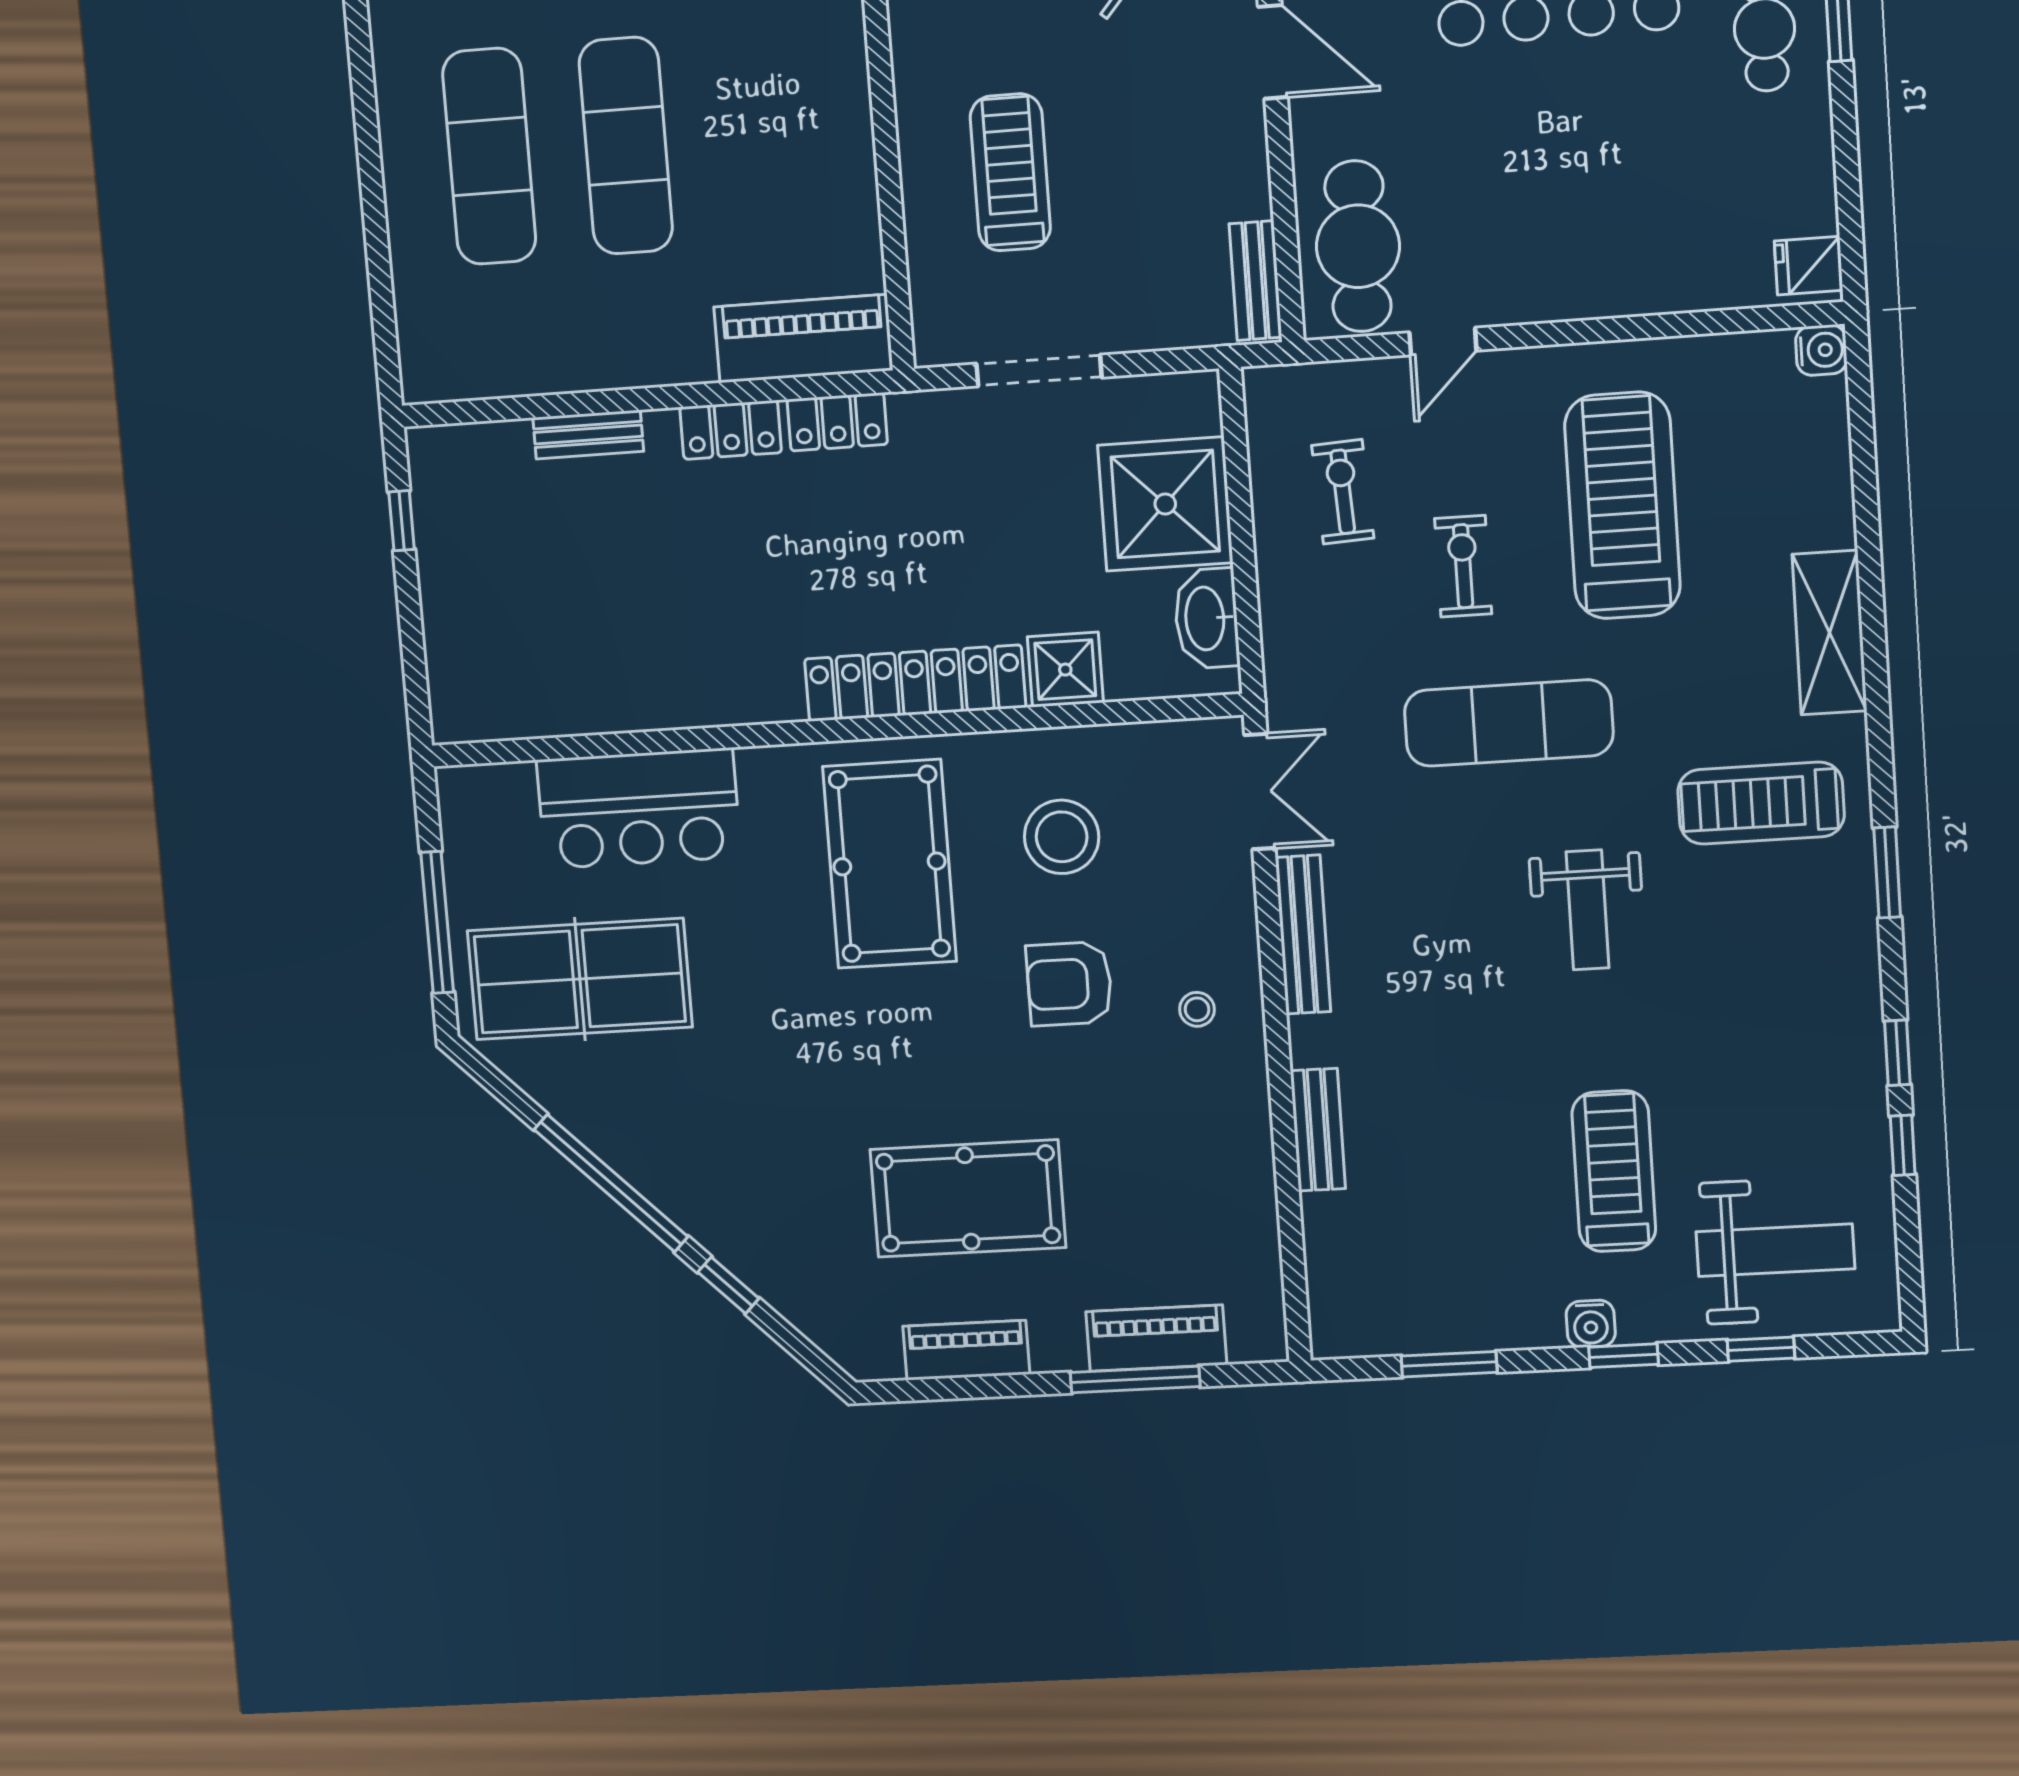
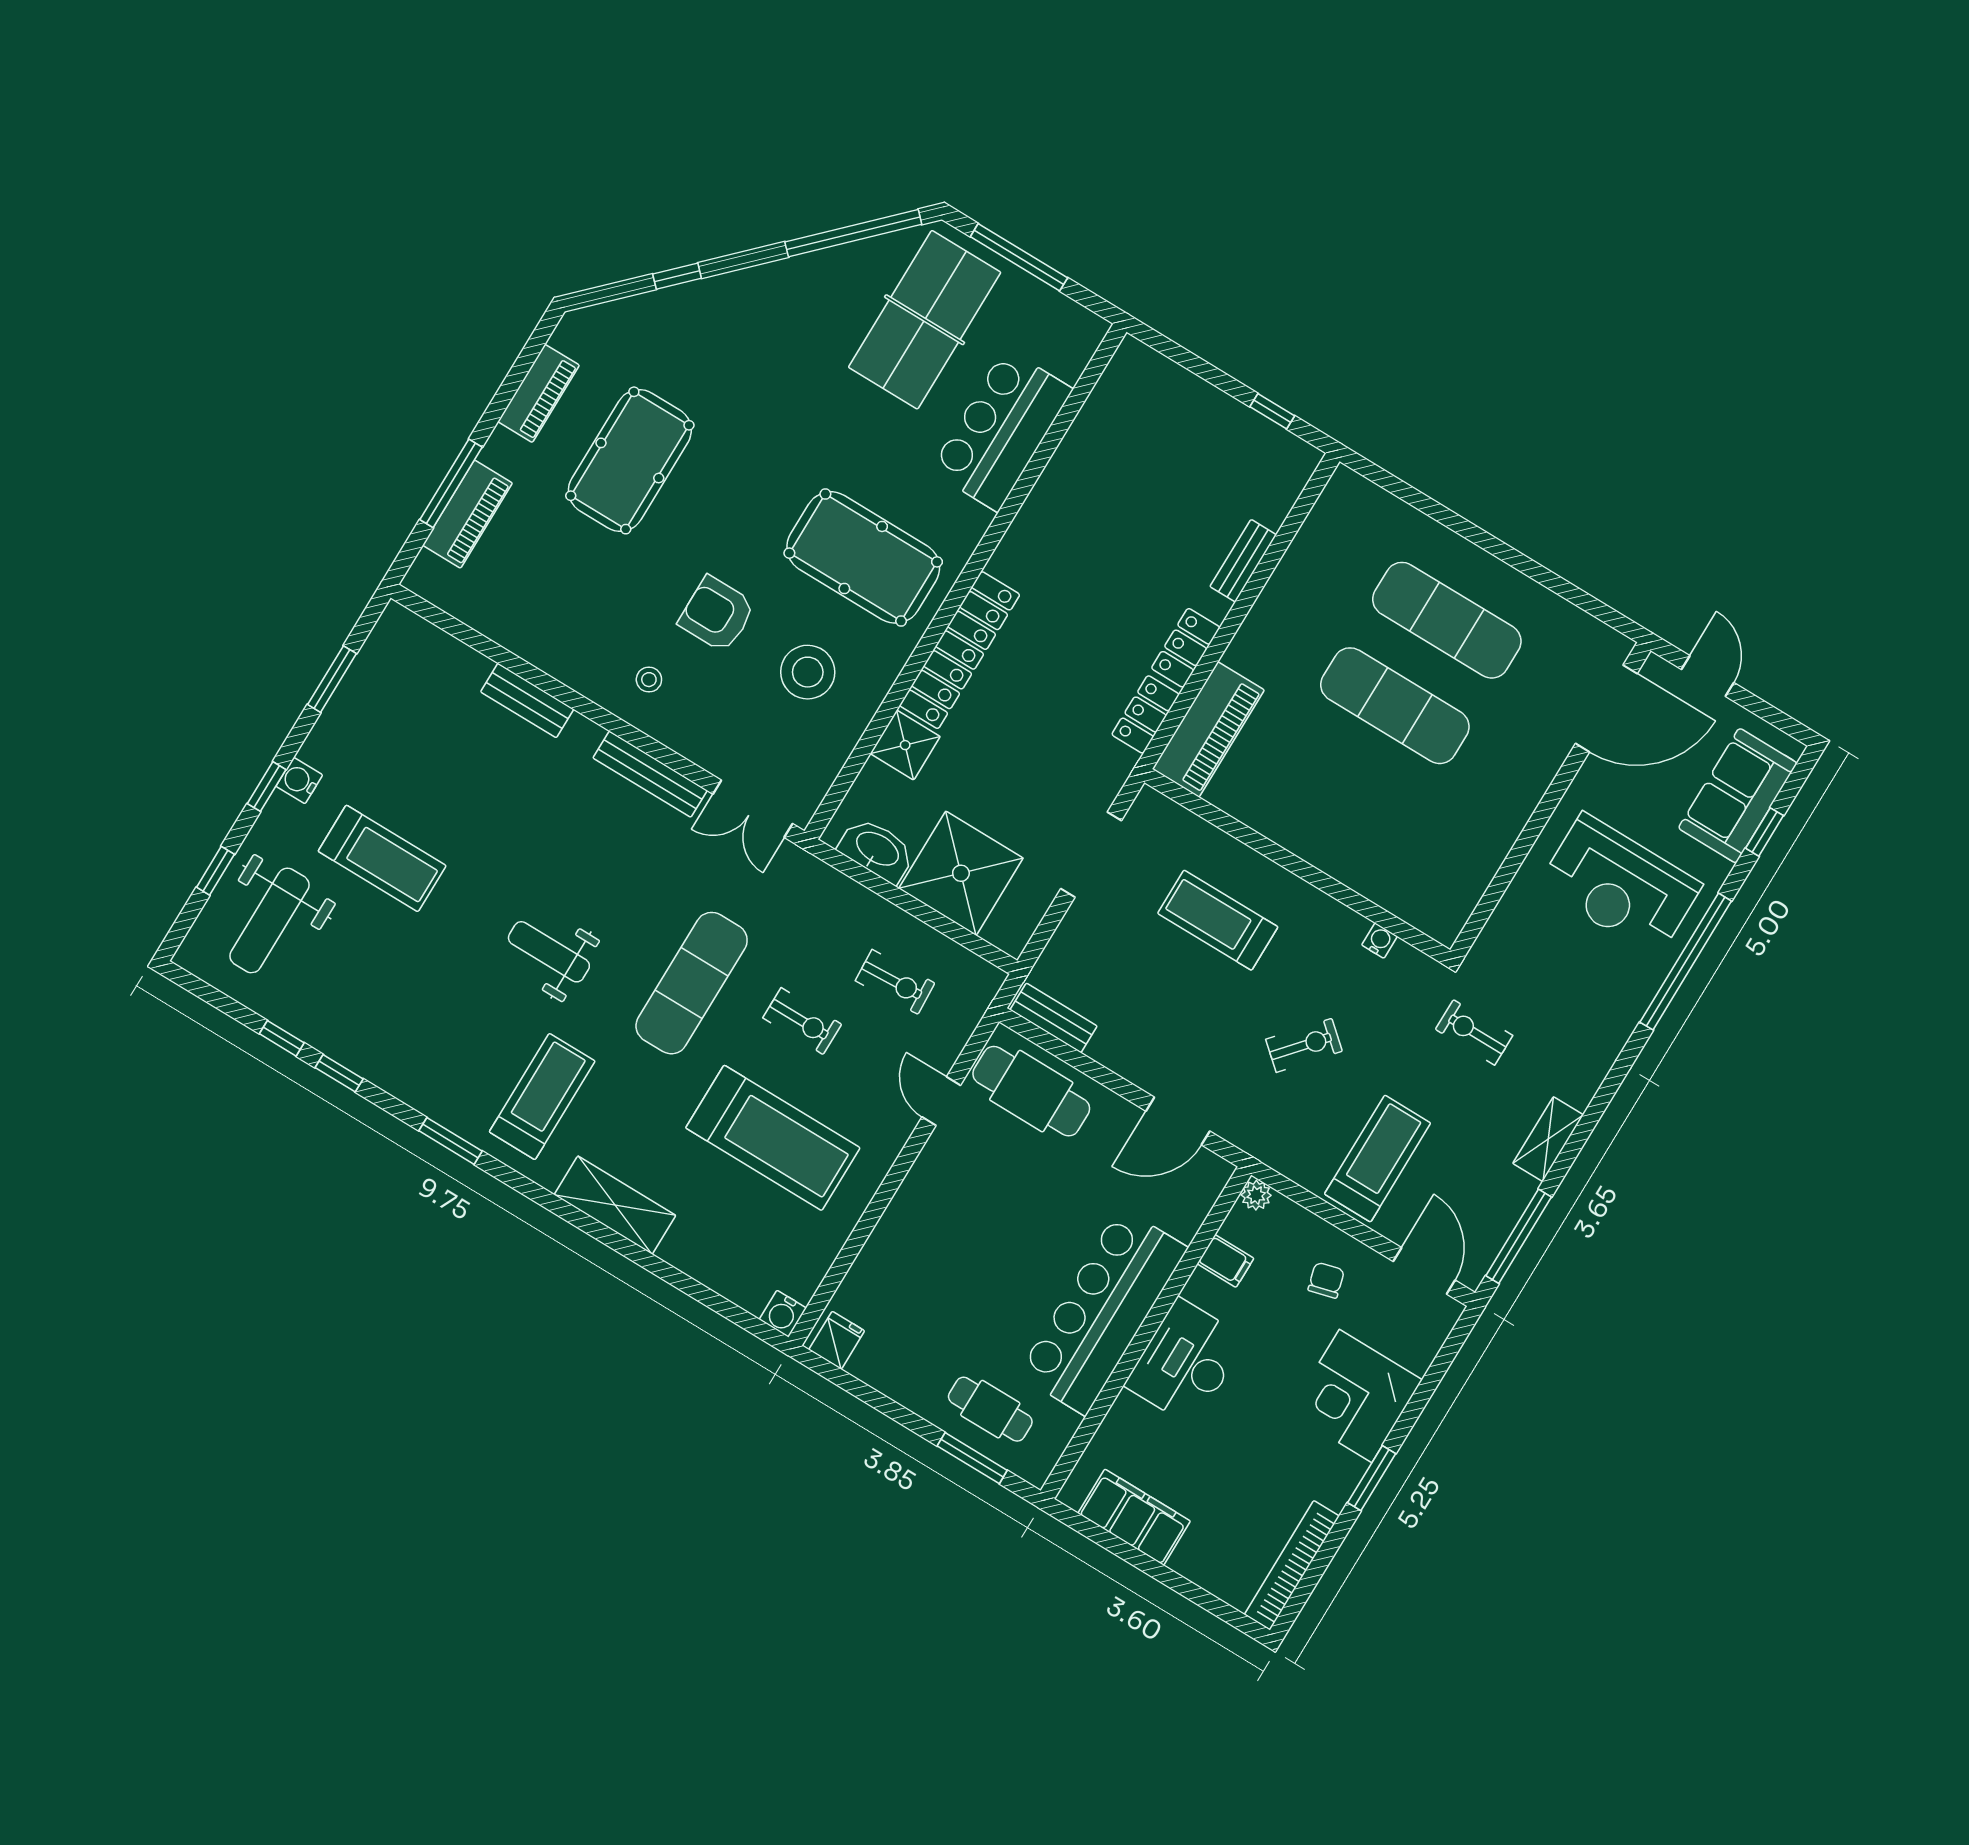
treadmill: (1010, 172) -> (1218, 920), turned 180
armchair: (1069, 984) -> (717, 614), turned -90
window: (611, 1183) -> (853, 233), moved

